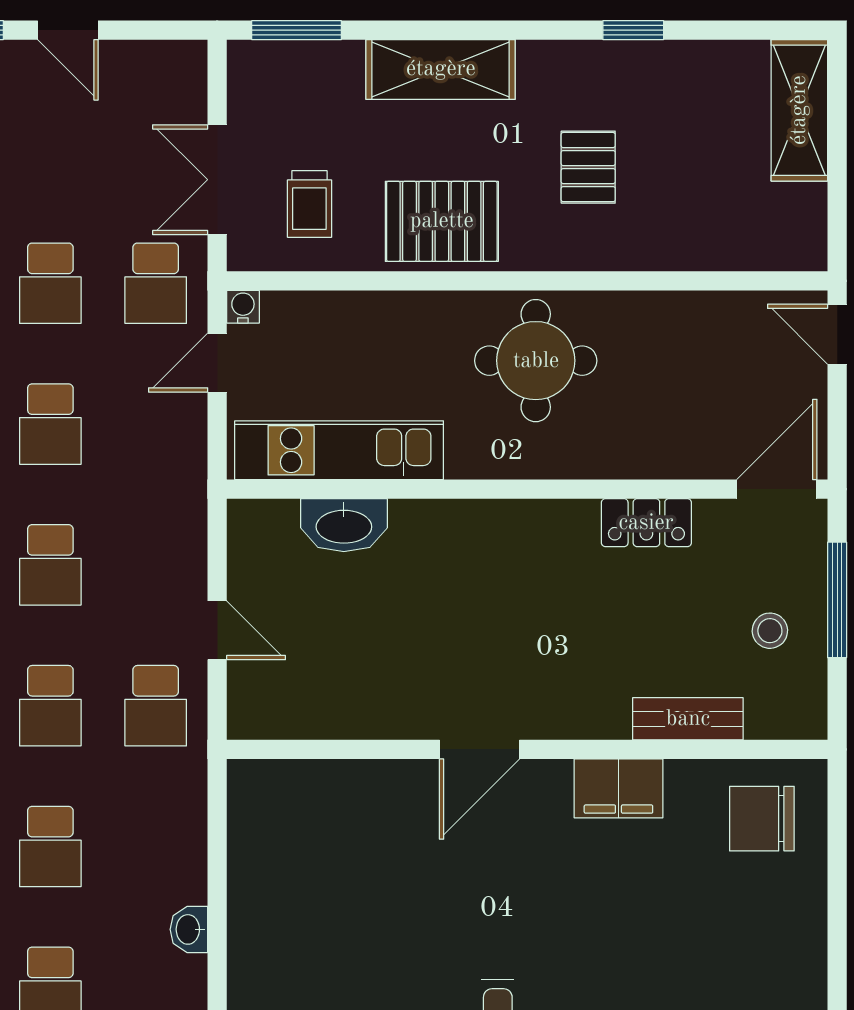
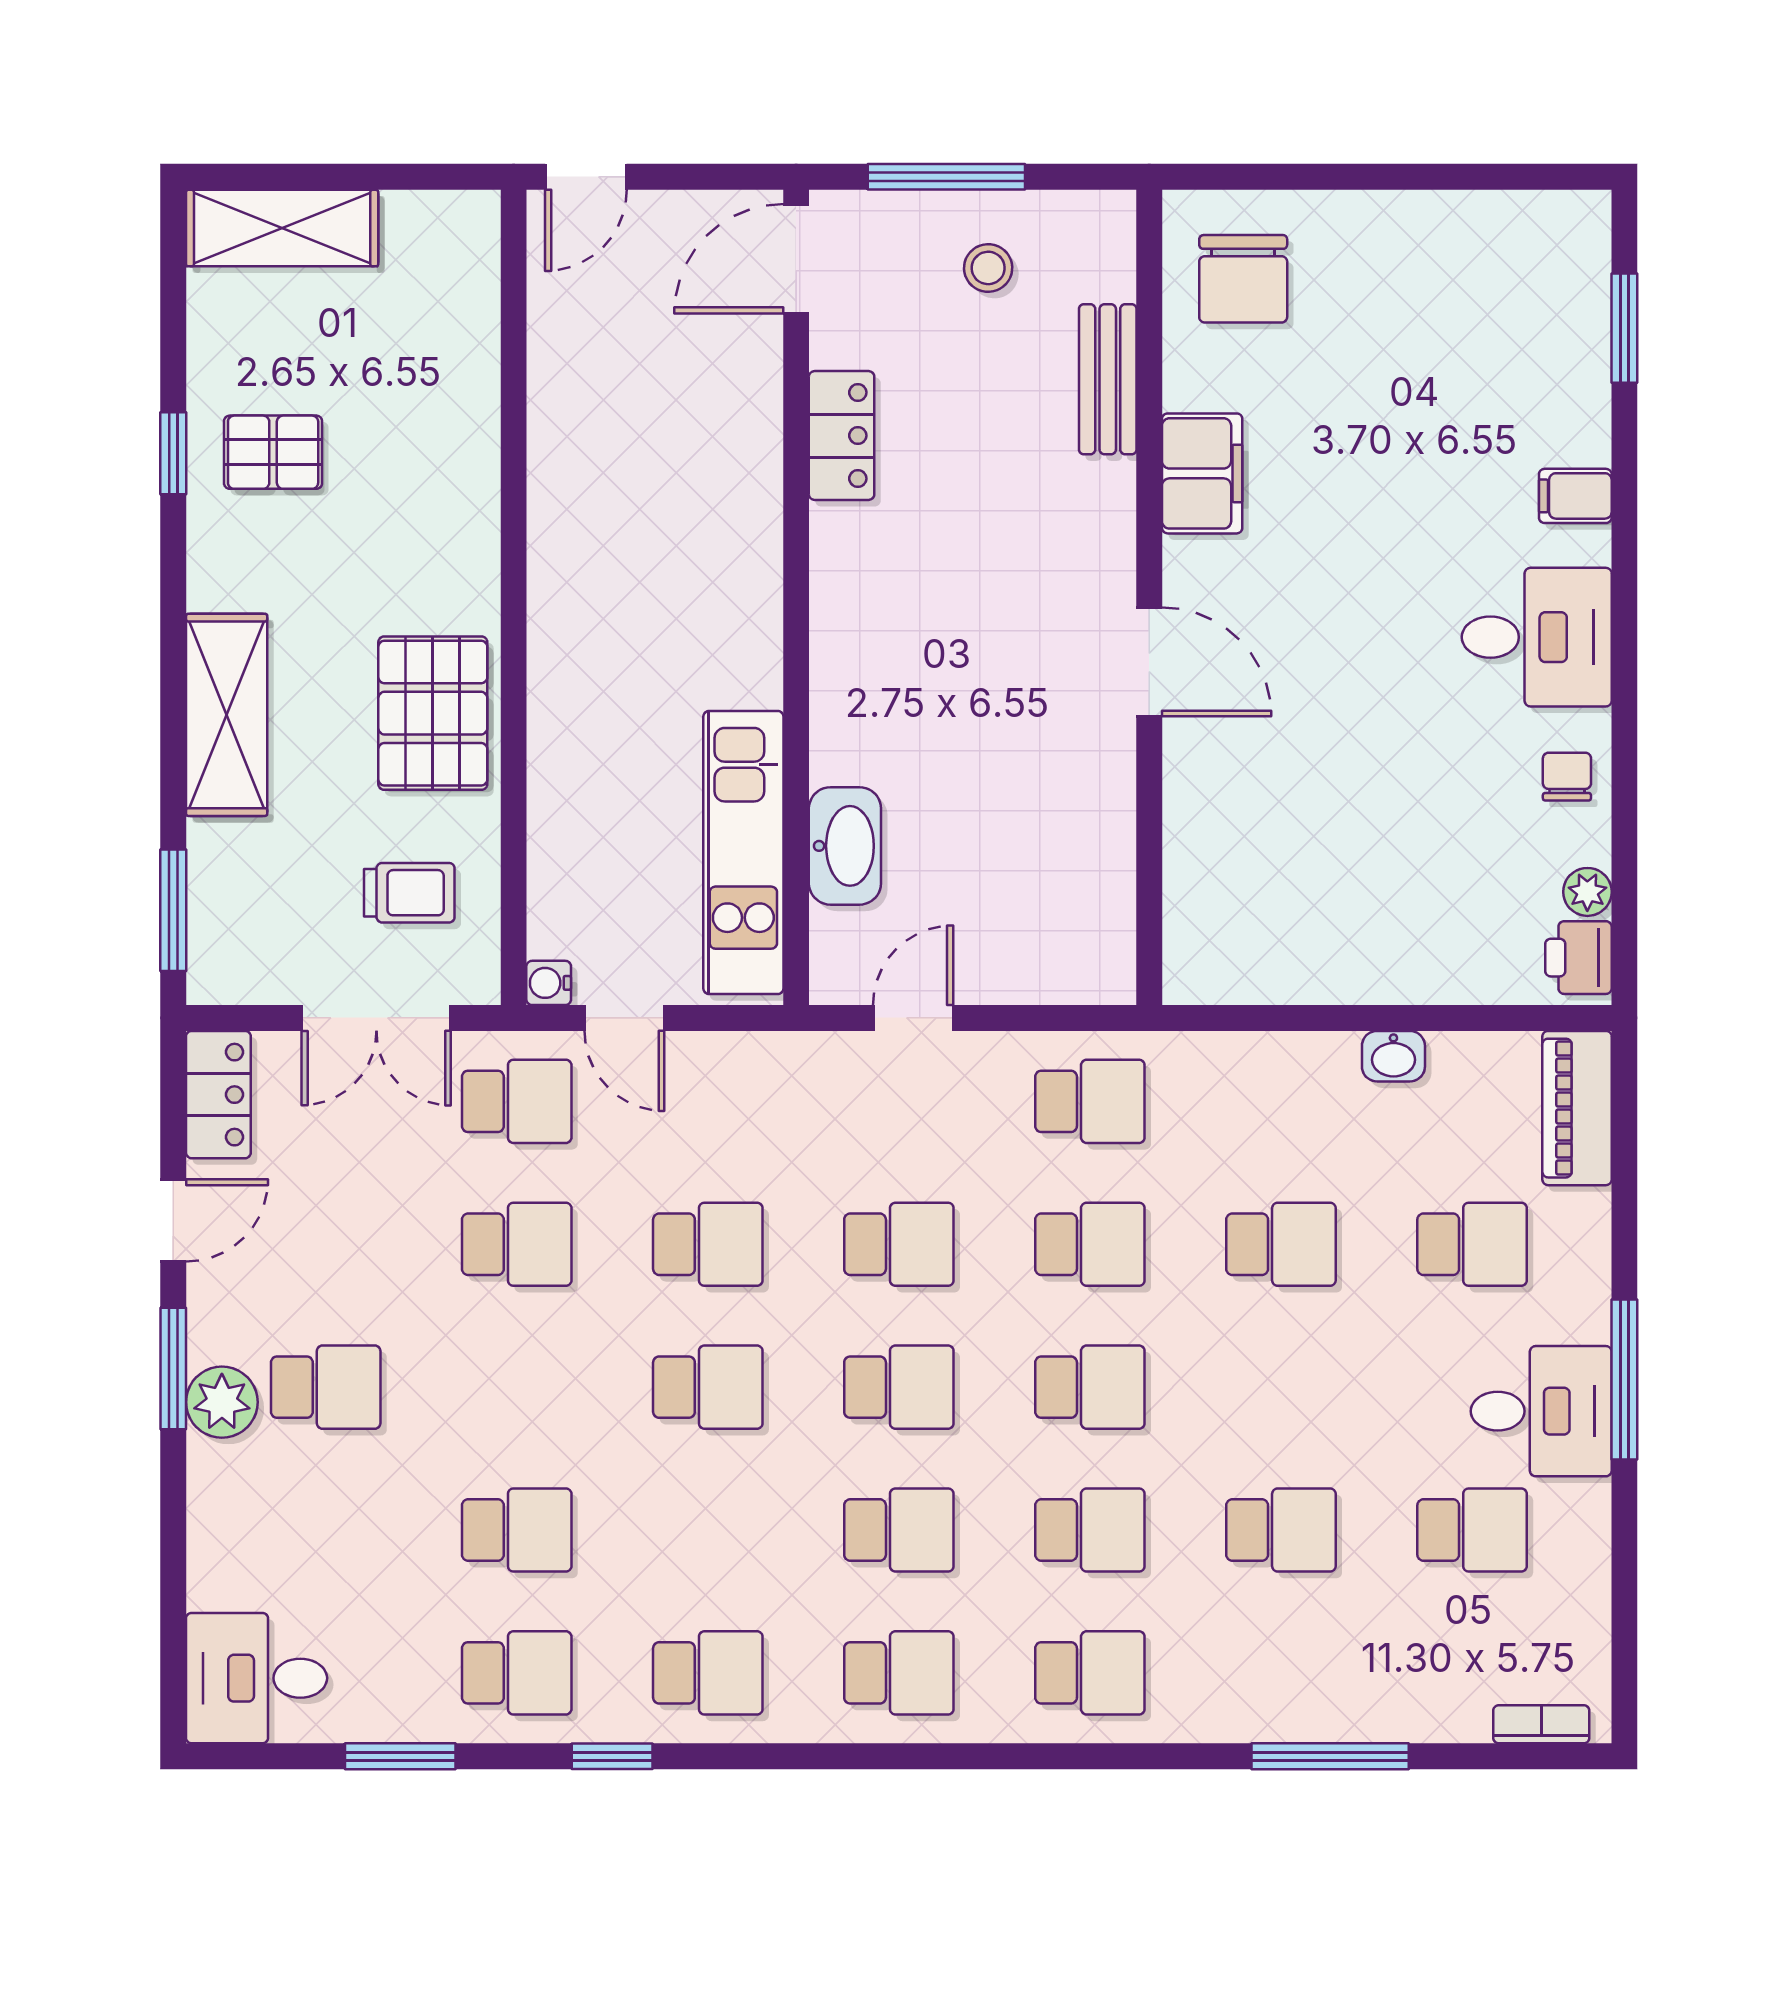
locker: (161, 63) -> (218, 1095), added
pallet: (588, 167) -> (273, 452), moved
round table: (536, 361) -> (622, 586), removed
door: (777, 489) -> (796, 259), hinge flipped
door: (217, 630) -> (913, 1018), moved

